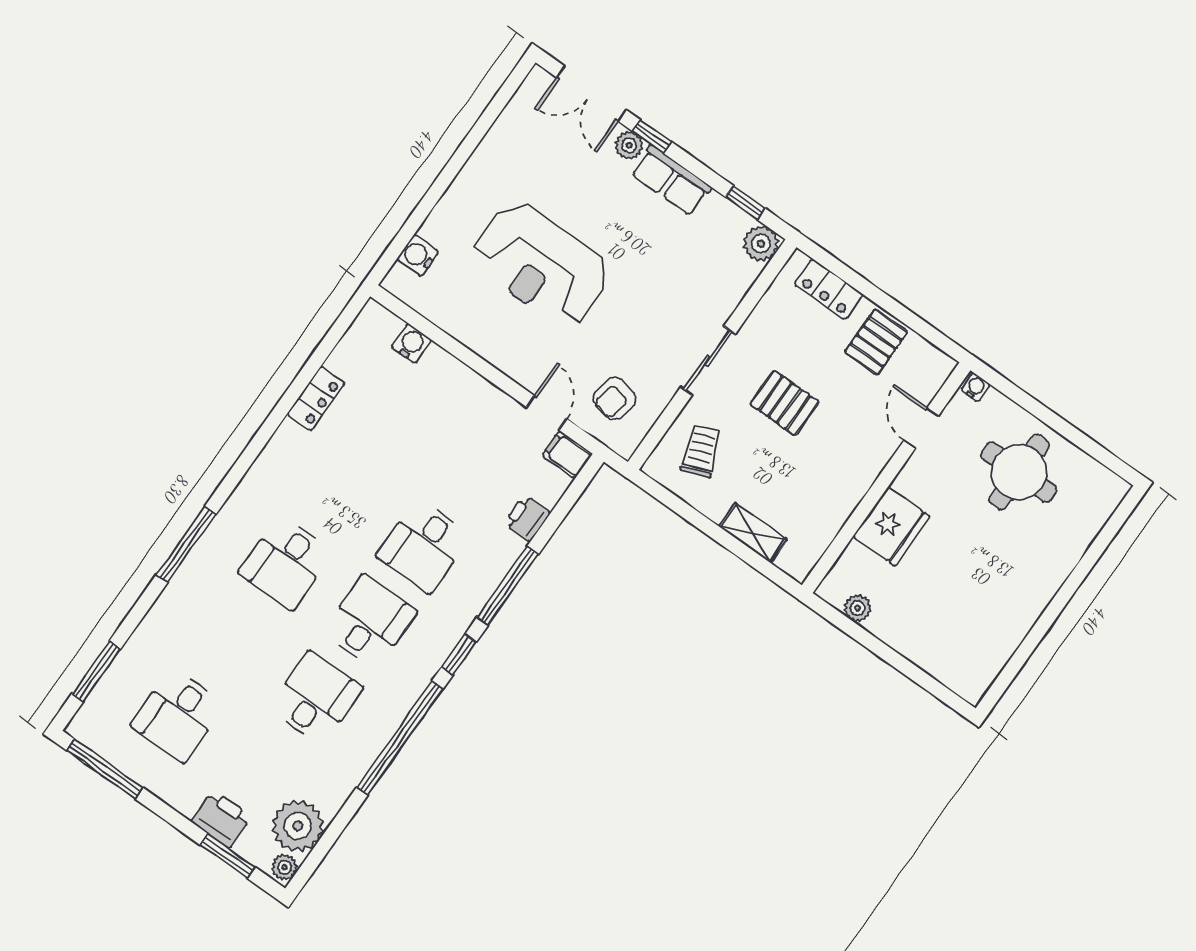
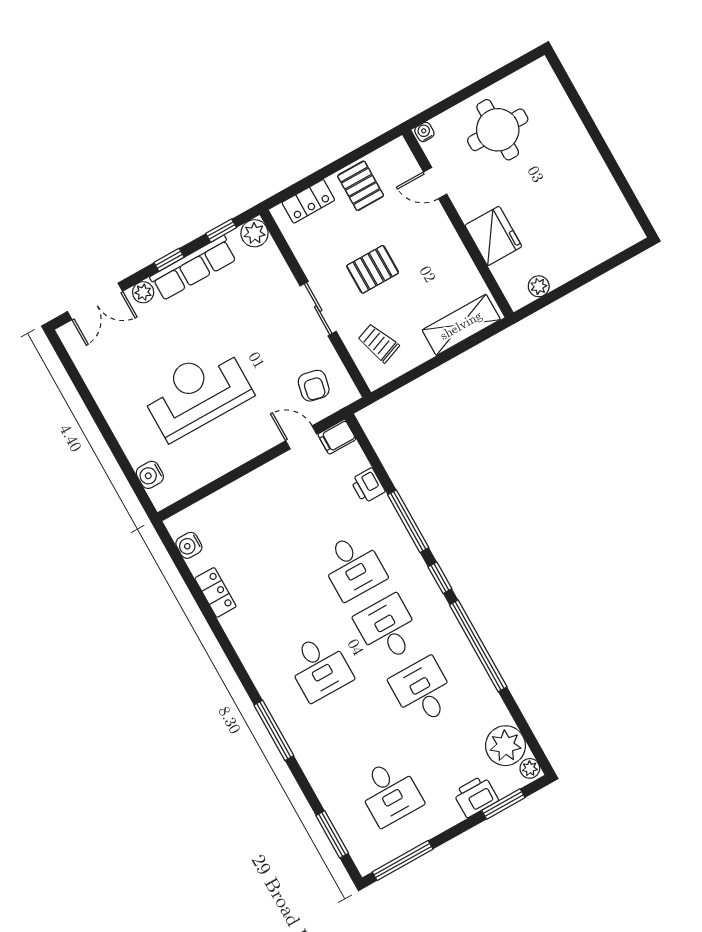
window: (652, 136) -> (169, 260), moved
row of seats: (671, 180) -> (193, 268), width x1.48
reception desk: (541, 265) -> (197, 393), turned 180
water cooler: (412, 343) -> (189, 545), moved, turned -90
shelving: (753, 533) -> (461, 325), width x1.50, depth x1.33

